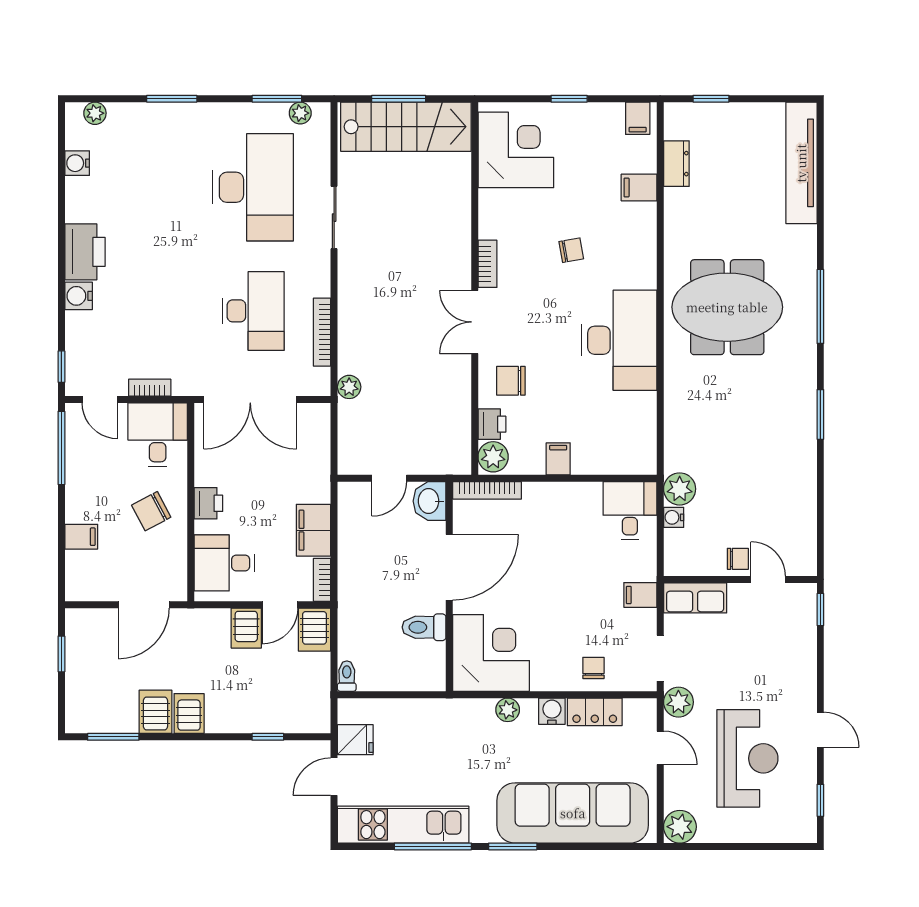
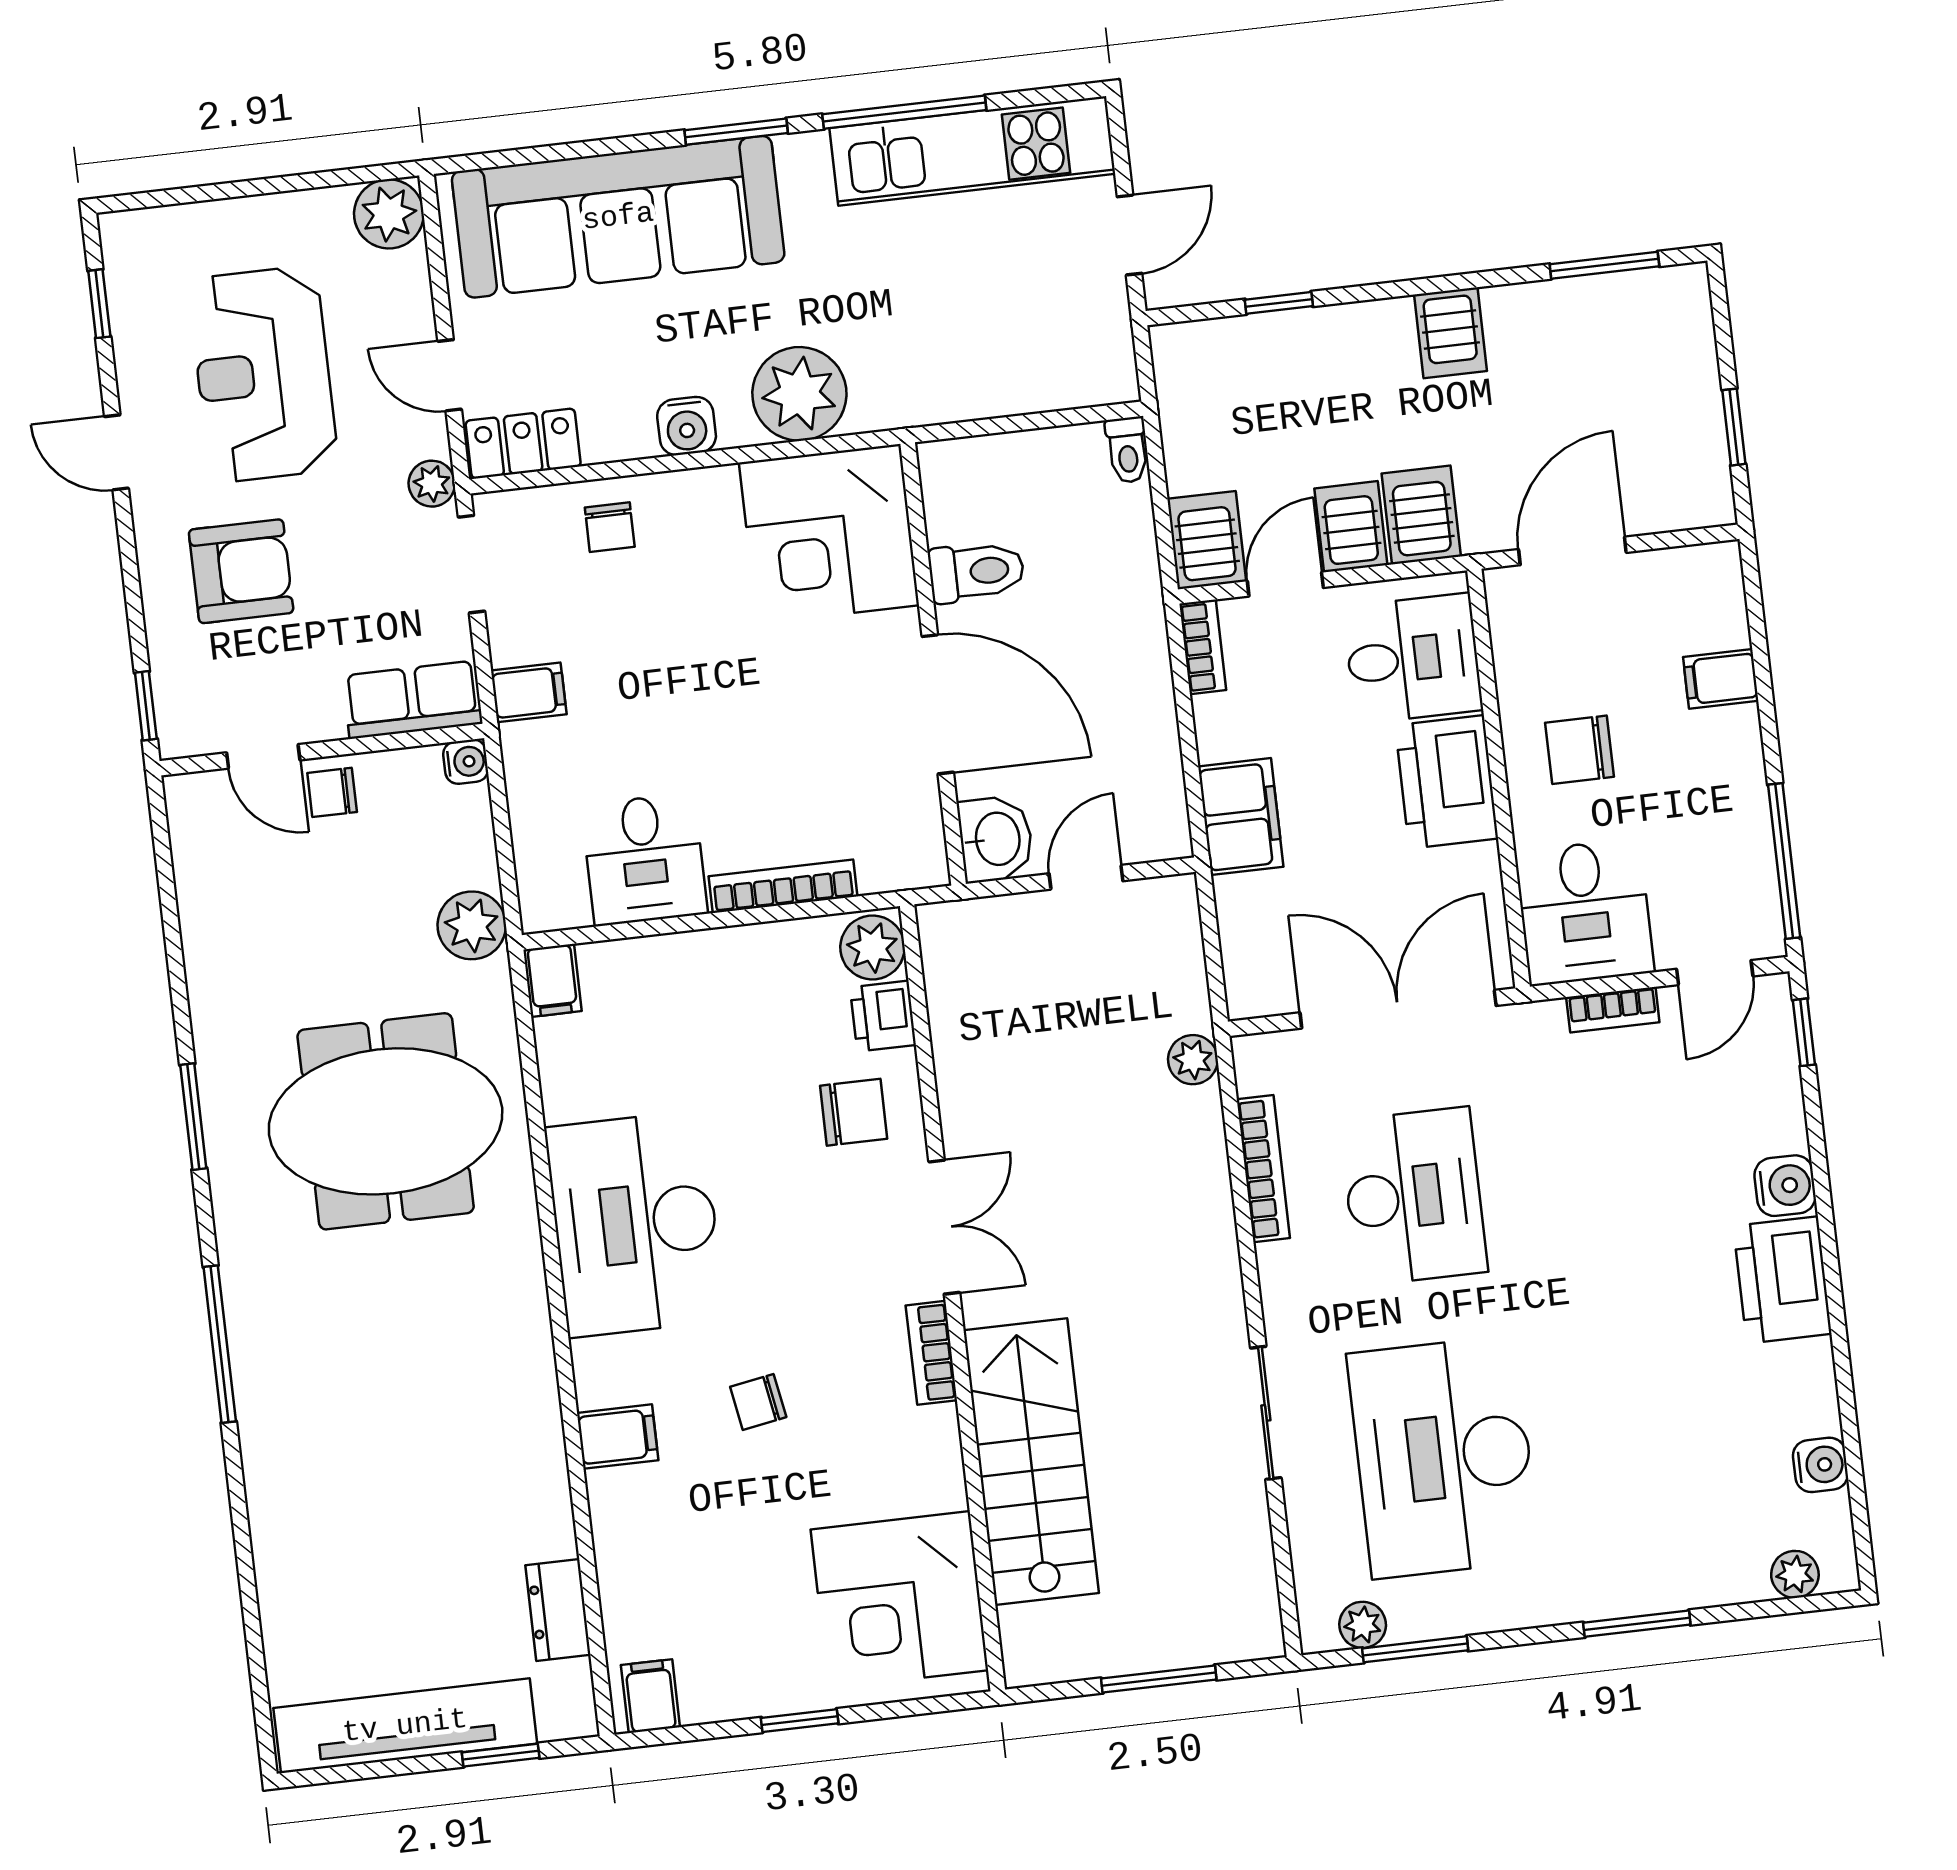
stairs: (406, 127) -> (1031, 1462), moved, turned 90
tv unit: (801, 163) -> (405, 1726), moved, turned -90
filing cabinet: (639, 187) -> (618, 1437), moved
meeting table: (727, 307) -> (386, 1121), moved
desk: (253, 311) -> (1414, 1196), turned 180
door: (100, 399) -> (1715, 973), swing flipped
filing cabinet: (558, 459) -> (552, 980), moved
bookcase: (487, 490) -> (783, 886), moved
printer: (208, 503) -> (1447, 782), width x1.87, depth x1.48
chair: (151, 511) -> (1579, 750), turned -152
desk: (630, 511) -> (644, 859), moved
water cooler: (674, 517) -> (466, 762), moved
filing cabinet: (313, 530) -> (1241, 817), moved
door: (449, 567) -> (938, 704), swing flipped
armchair: (768, 667) -> (241, 571), added
plant: (678, 702) -> (432, 484), width x0.73, depth x0.73
plant: (508, 710) -> (799, 394), width x1.87, depth x1.87
server rack: (155, 712) -> (1421, 515), moved, turned 180
locker: (595, 712) -> (523, 444), moved
fridge: (355, 740) -> (1094, 318), removed

